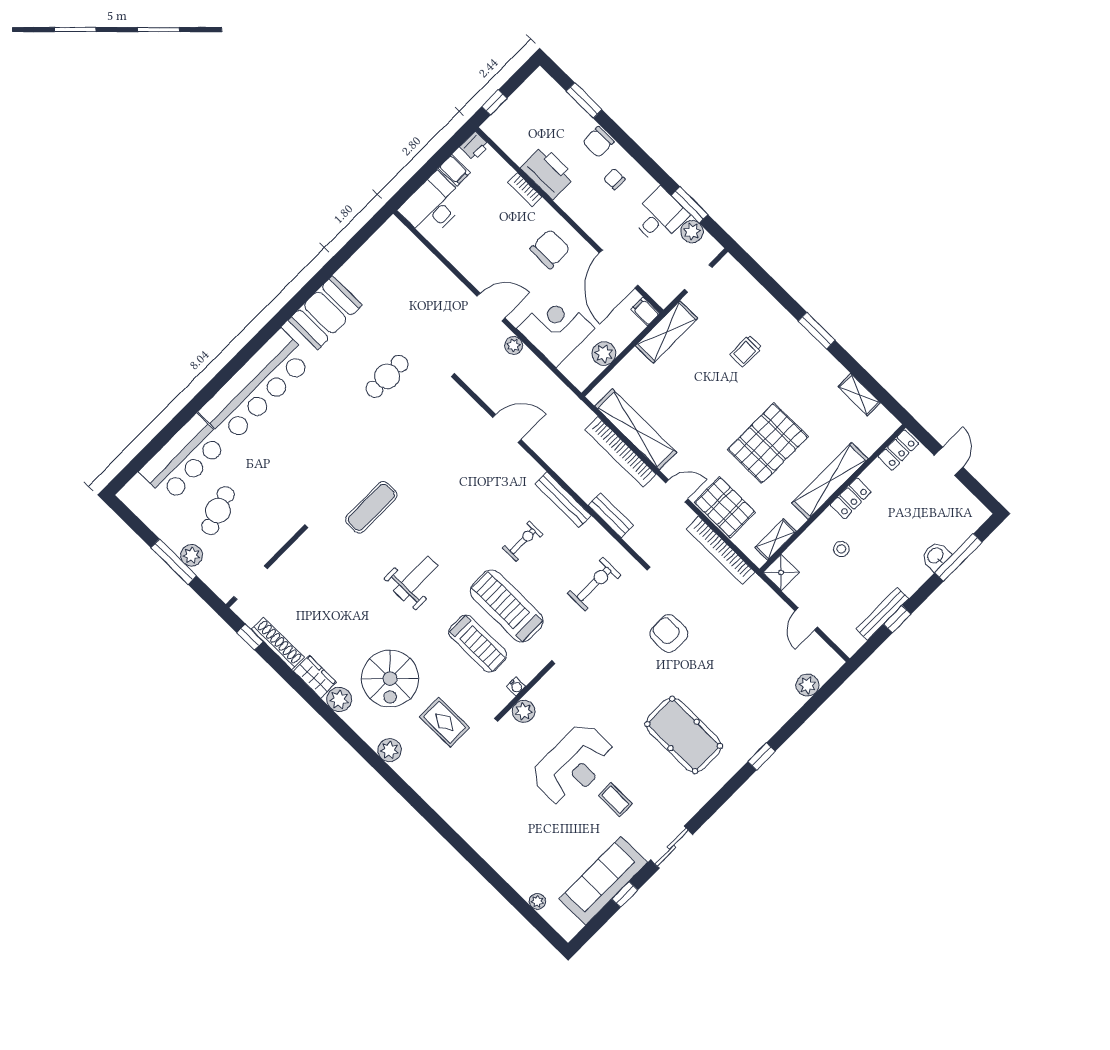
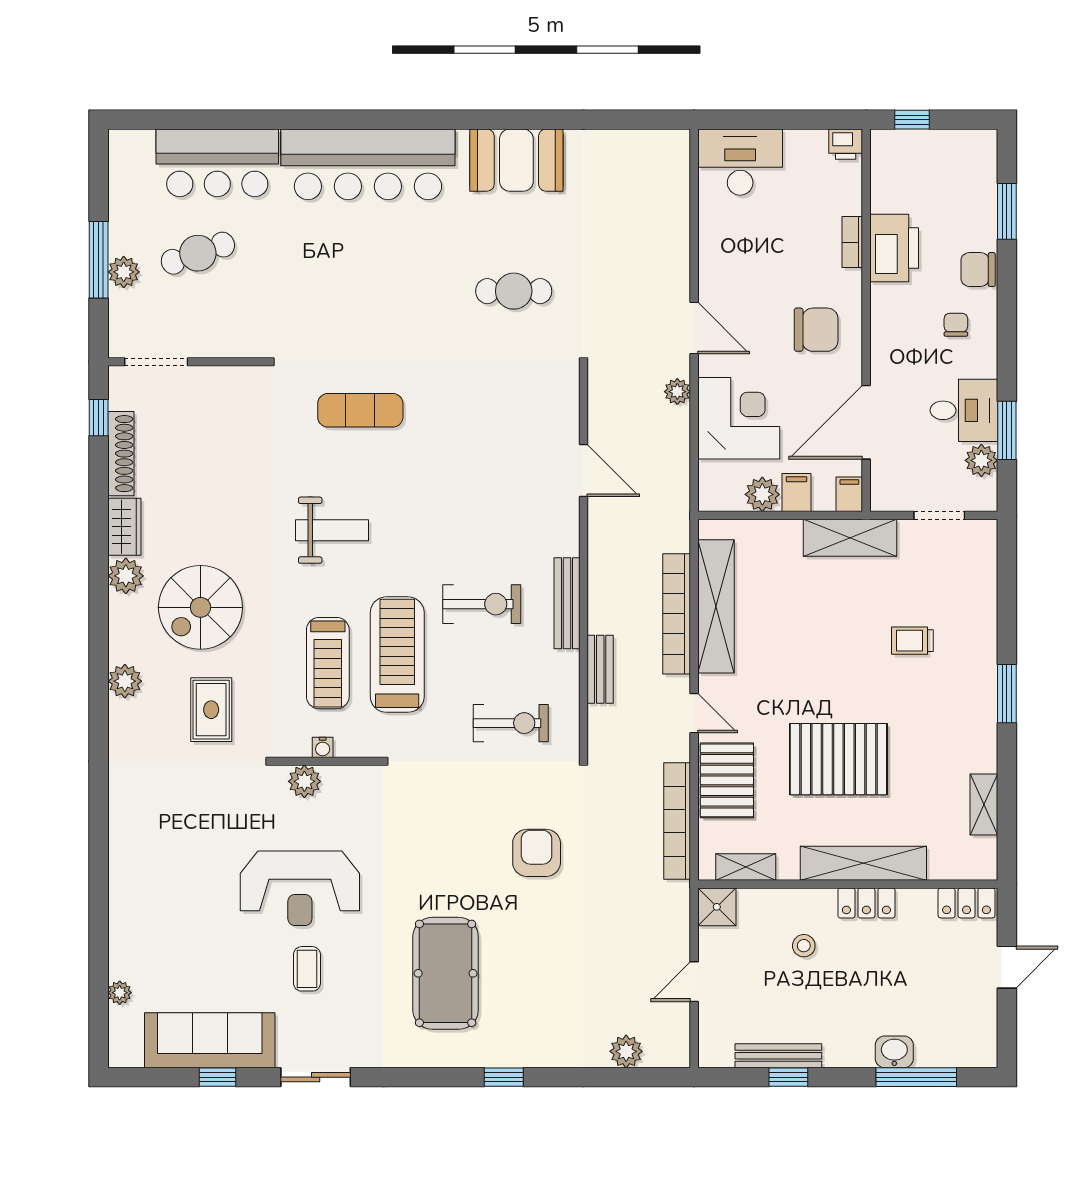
filing cabinet: (454, 170) -> (797, 493), moved, turned 180
exercise bike: (523, 541) -> (482, 604), width x1.38, depth x1.39

